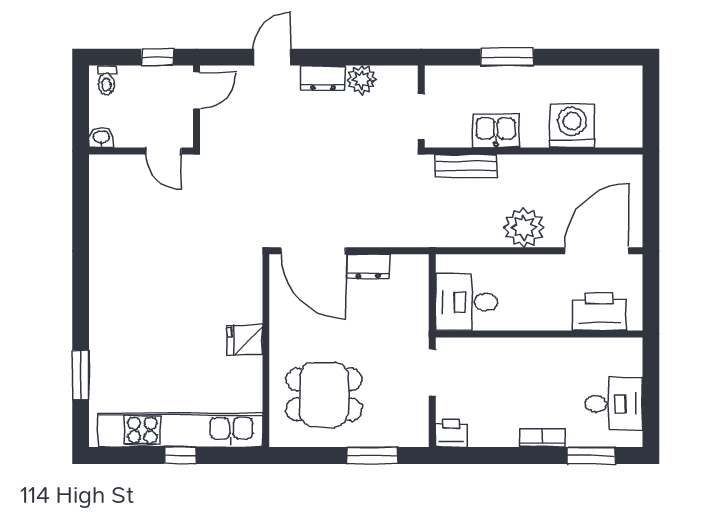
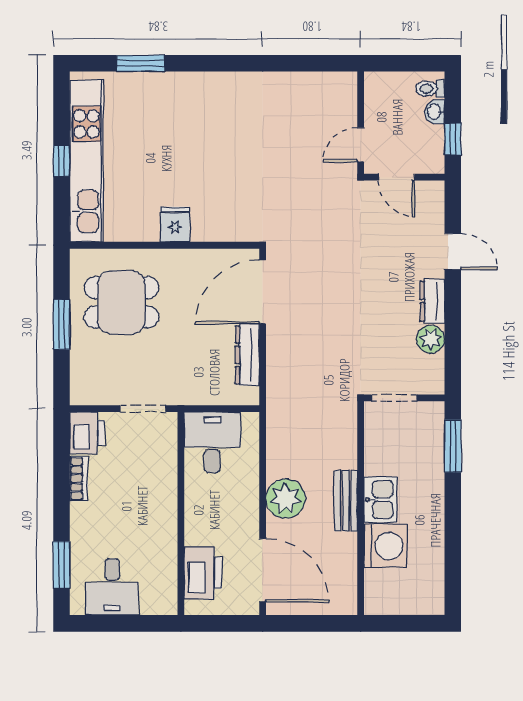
window: (507, 57) -> (453, 446), moved
door: (197, 90) -> (397, 177), moved
kitchen sink: (496, 131) -> (380, 500), moved
washbasin: (101, 138) -> (435, 112), moved, turned 180
bench: (466, 166) -> (346, 501), moved
dresser: (368, 266) -> (247, 355), width x1.44
dining table: (324, 394) -> (121, 302), turned 90
printer: (451, 433) -> (87, 433), width x1.36, depth x1.24
bookcase: (542, 438) -> (79, 479), moved
window: (372, 455) -> (62, 324), moved

